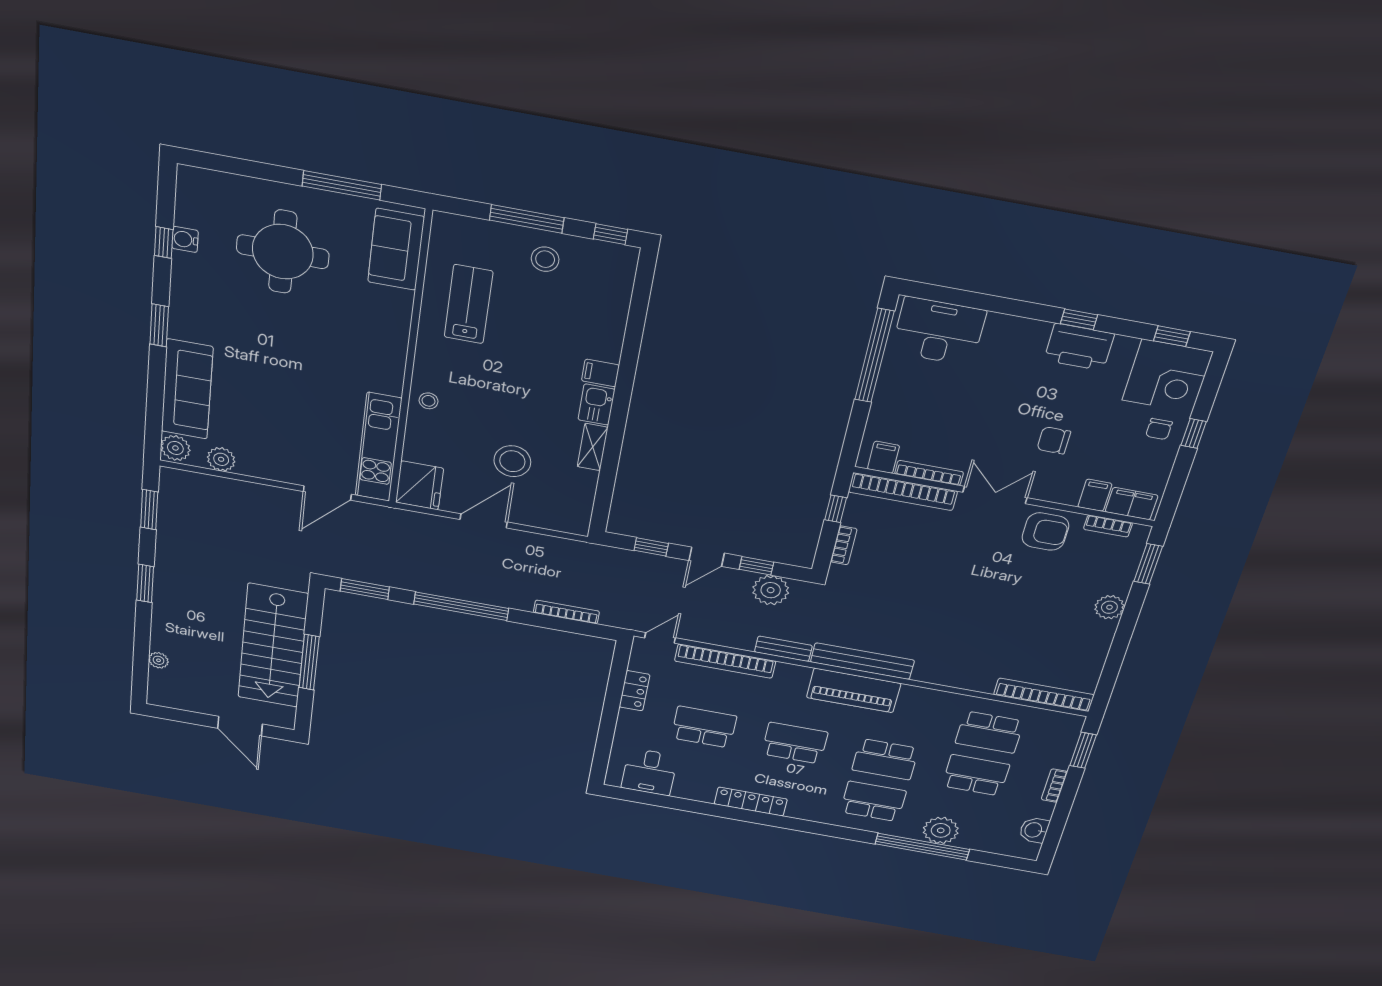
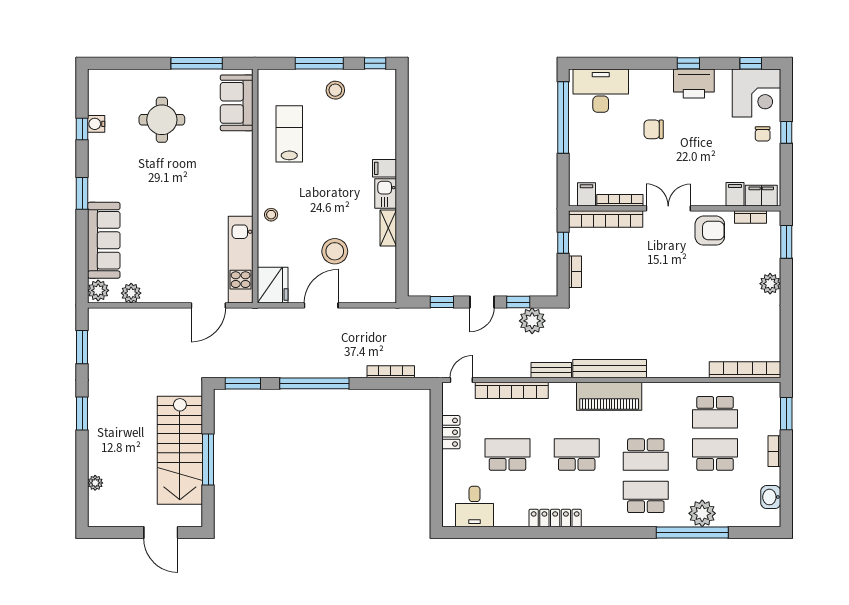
round table: (283, 252) -> (162, 120), width x0.73, depth x0.73
chair: (1054, 440) -> (654, 129), moved

